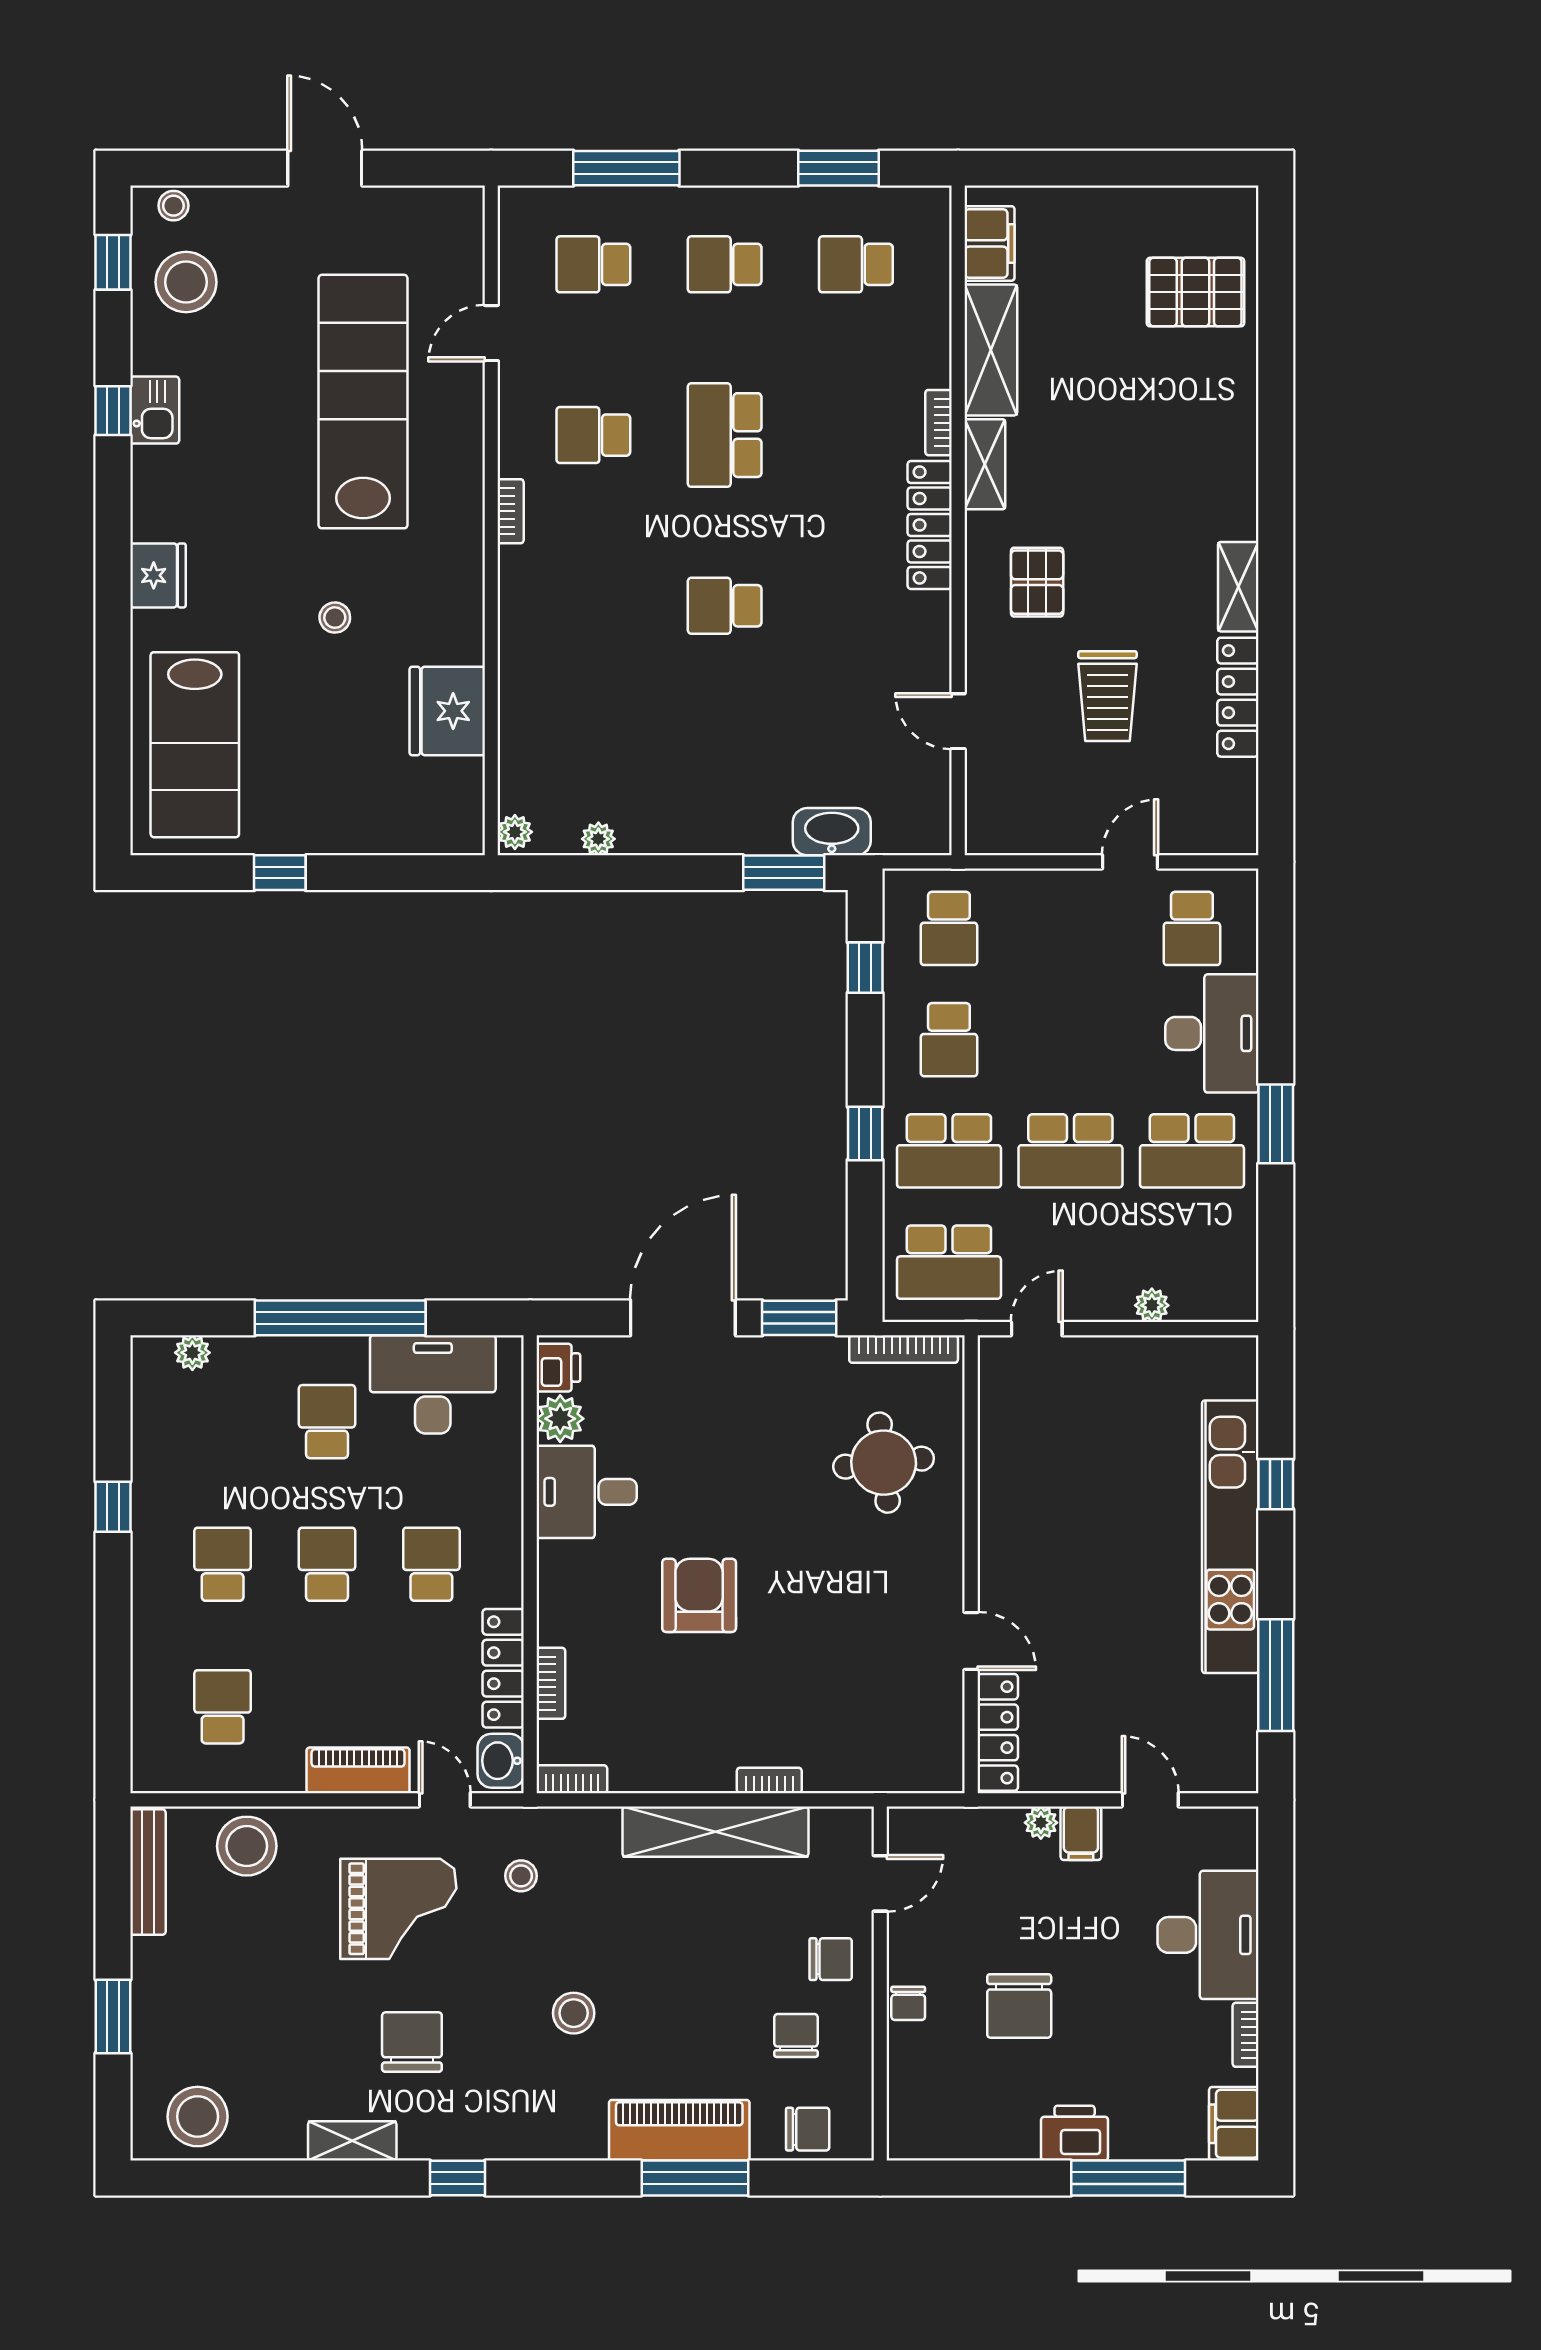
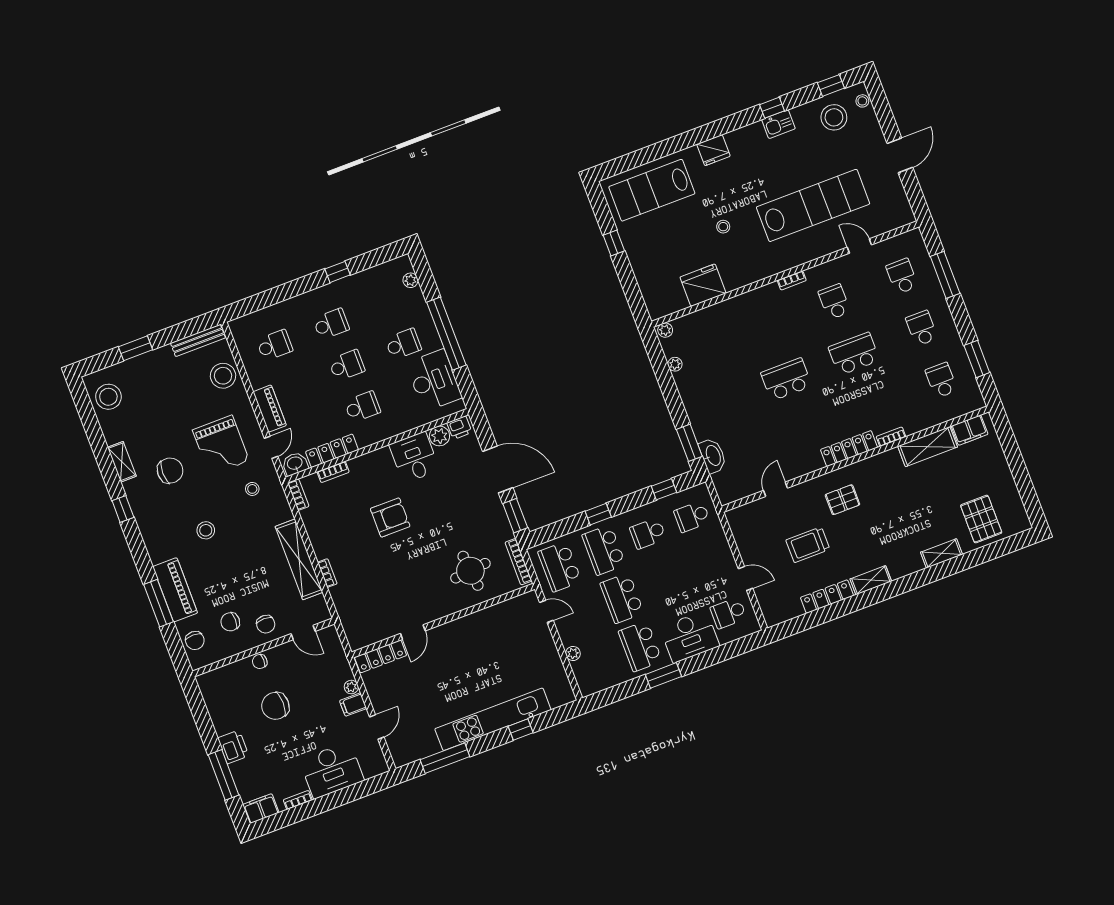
shelving: (985, 464) -> (941, 553), moved
school desk: (725, 606) -> (786, 379), width x1.85
chair: (796, 2035) -> (230, 622), turned 180

